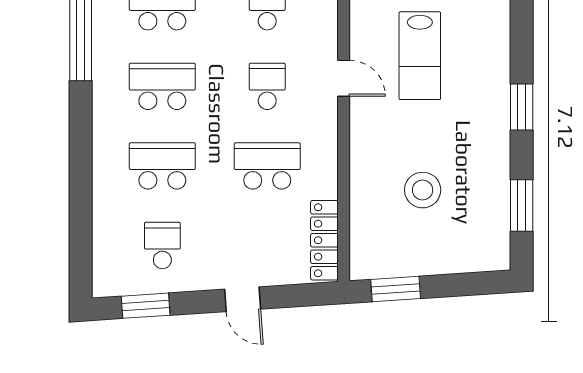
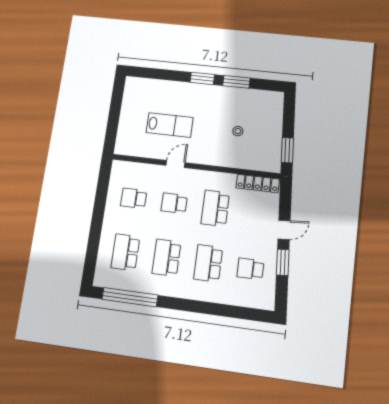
stool: (423, 190) -> (238, 131), width x0.53, depth x0.53
window: (522, 206) -> (236, 82), moved
window: (146, 306) -> (283, 262), moved

